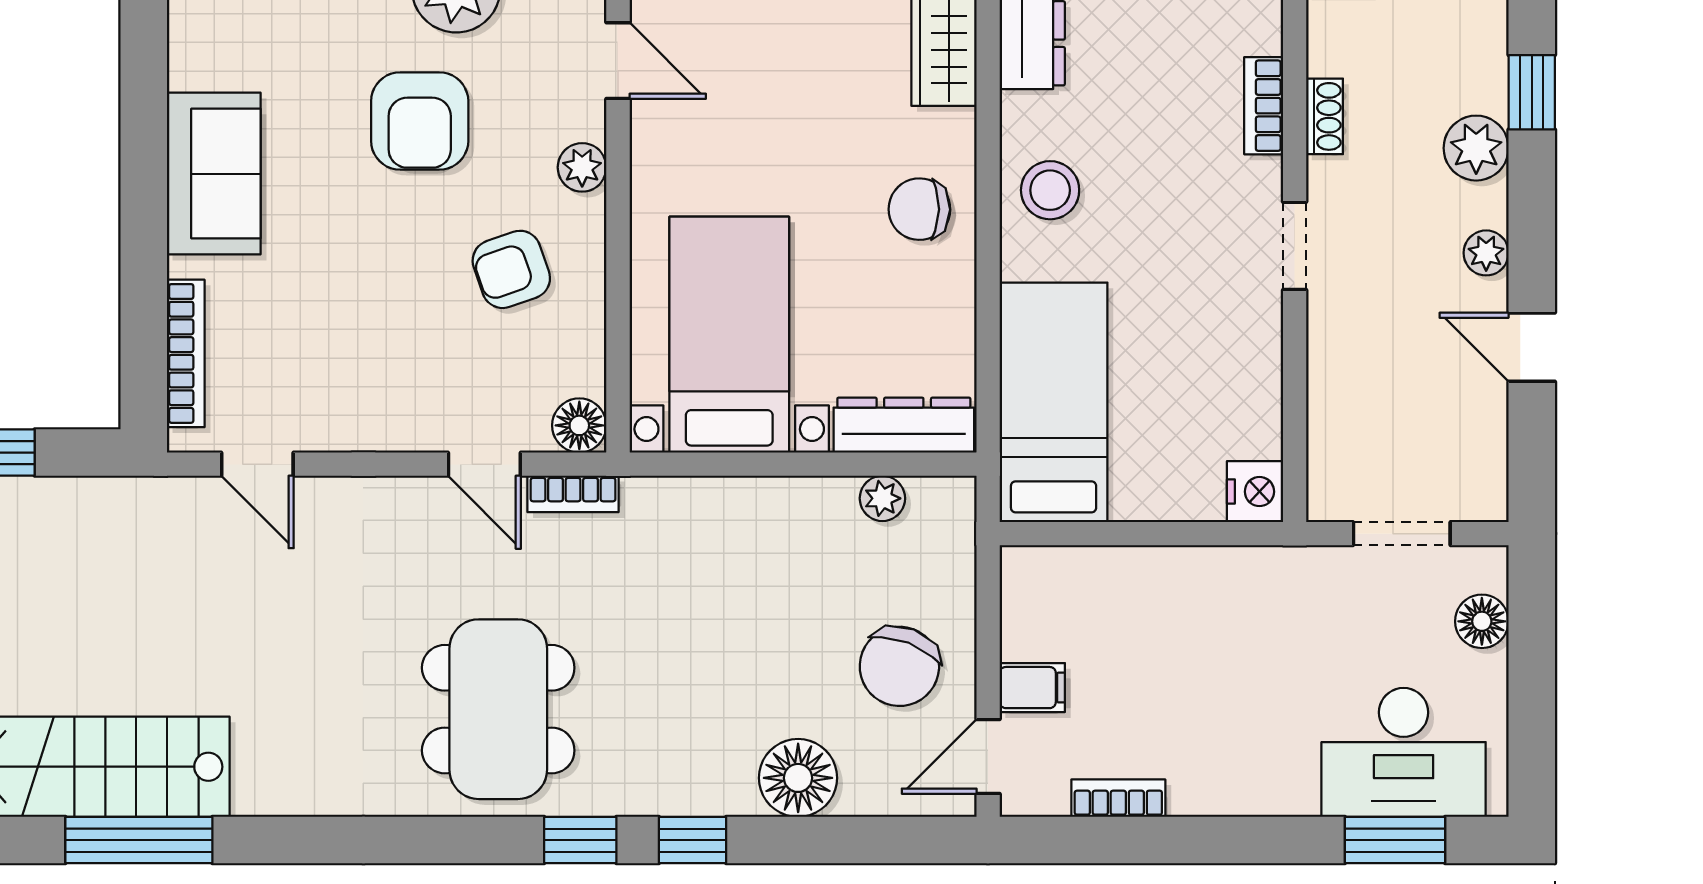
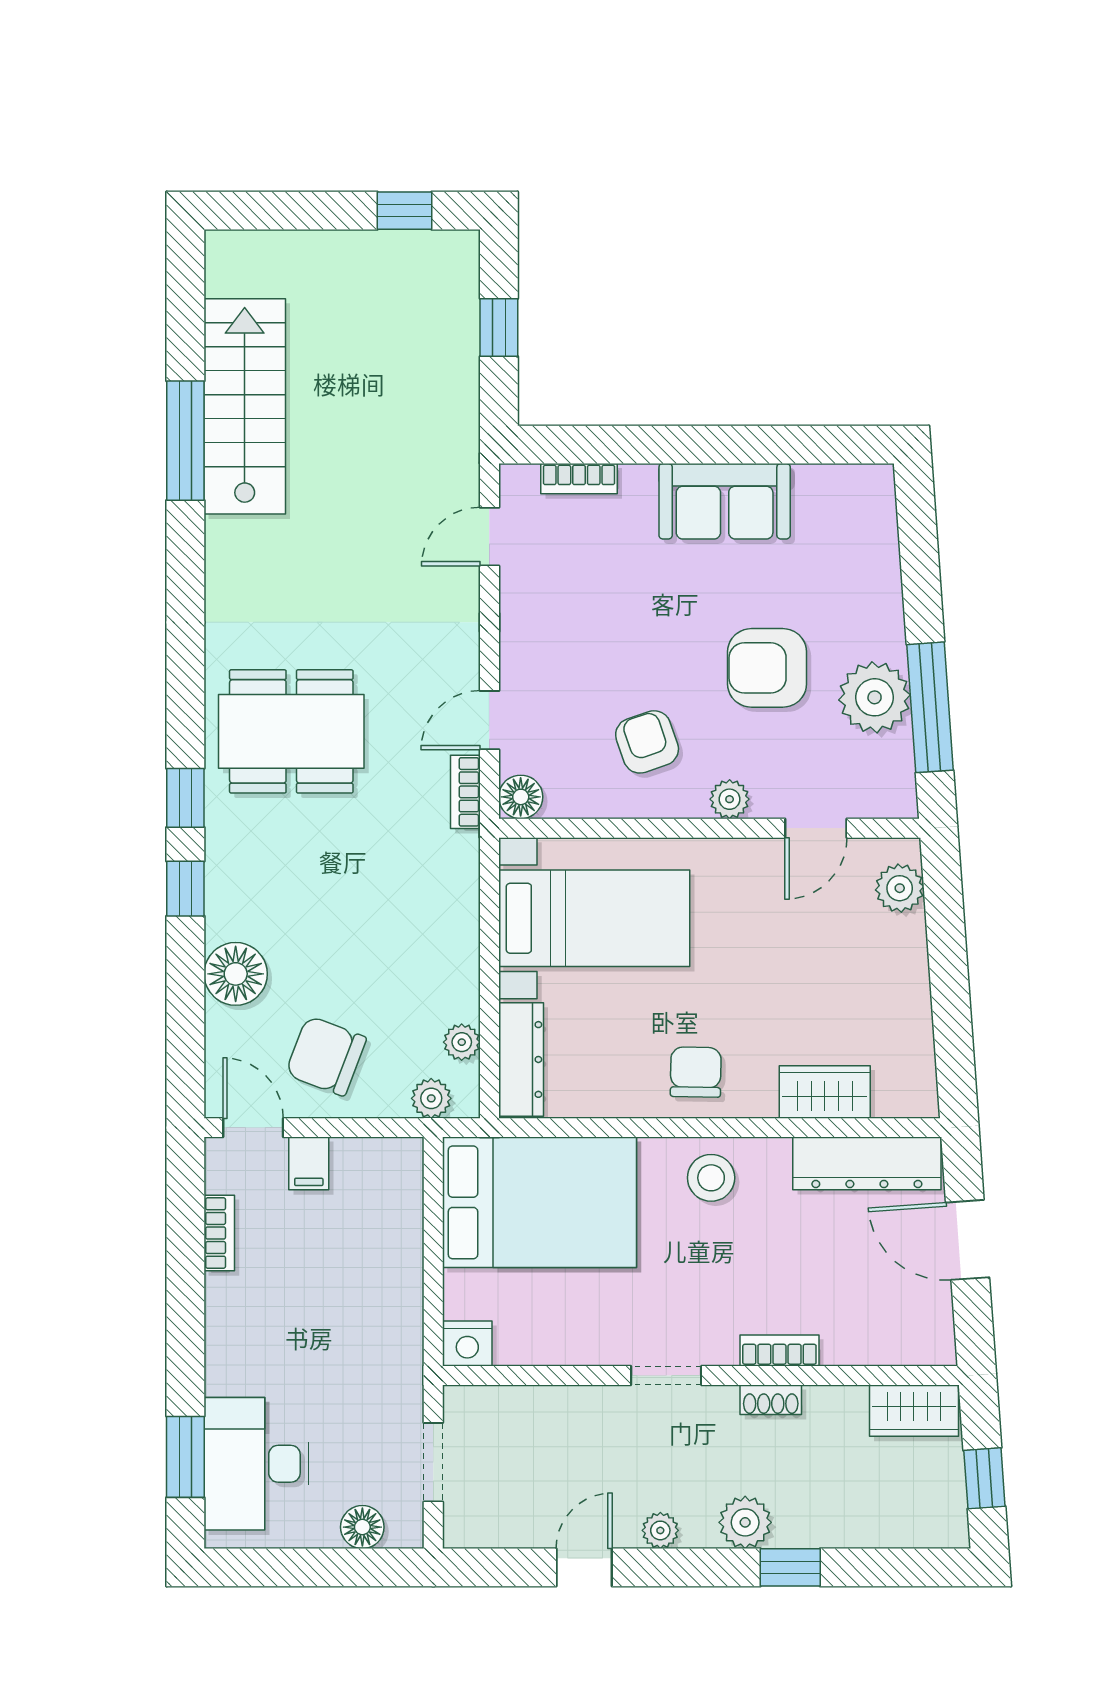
bookcase: (186, 353) -> (579, 479), width x0.64
bed: (1054, 402) -> (540, 1202), width x1.50
plant: (952, 536) -> (431, 1098), added

